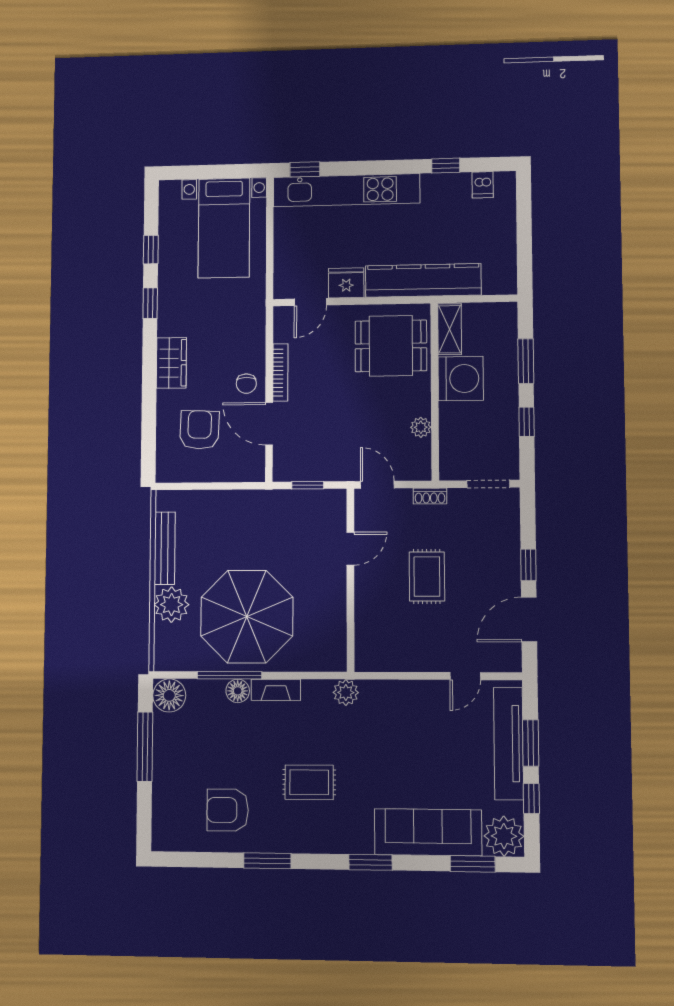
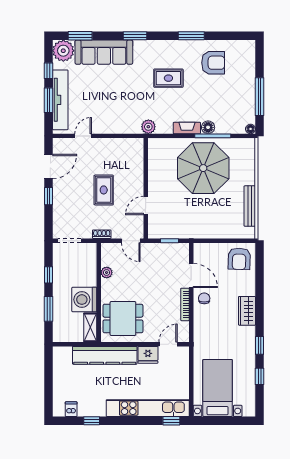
armchair: (199, 430) -> (239, 259), moved
plant: (172, 605) -> (245, 175), removed
floor lamp: (169, 695) -> (251, 129), width x0.53, depth x0.53

